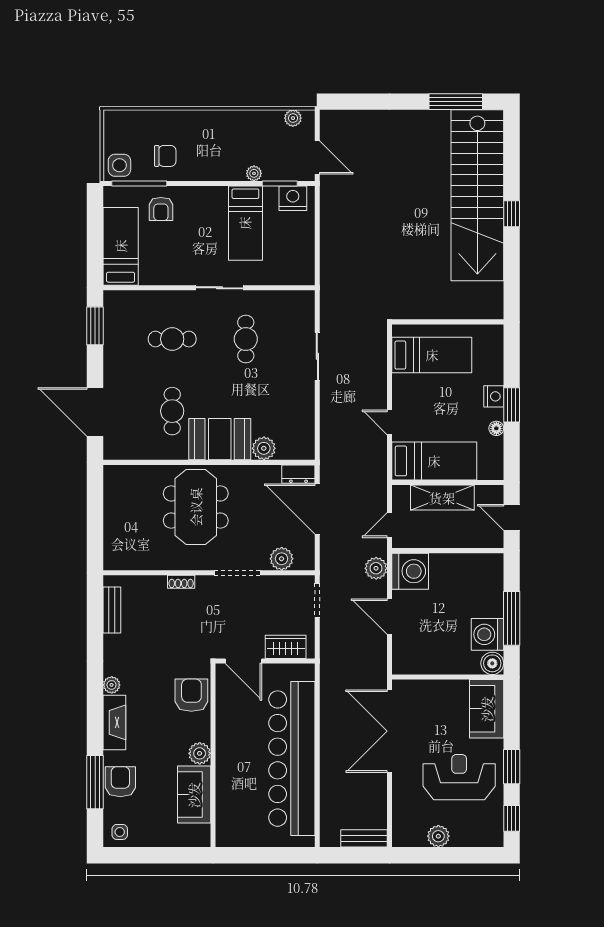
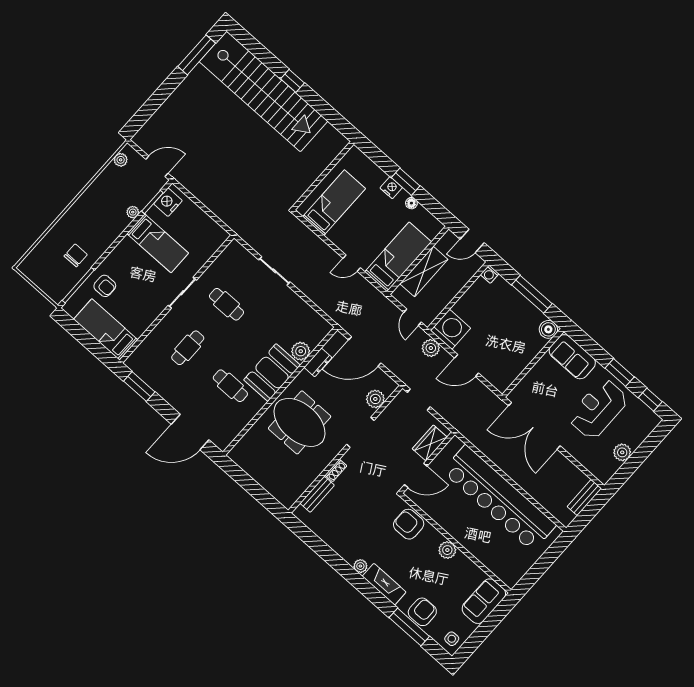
side table: (119, 165) -> (57, 287), removed
dresser: (298, 474) -> (318, 362), moved
bench: (112, 610) -> (317, 494), moved, turned 90
washing machine: (487, 634) -> (490, 274), moved, width x0.53, depth x0.53
armchair: (120, 782) -> (422, 612), turned 90
sofa: (194, 795) -> (484, 601), moved, turned 90

